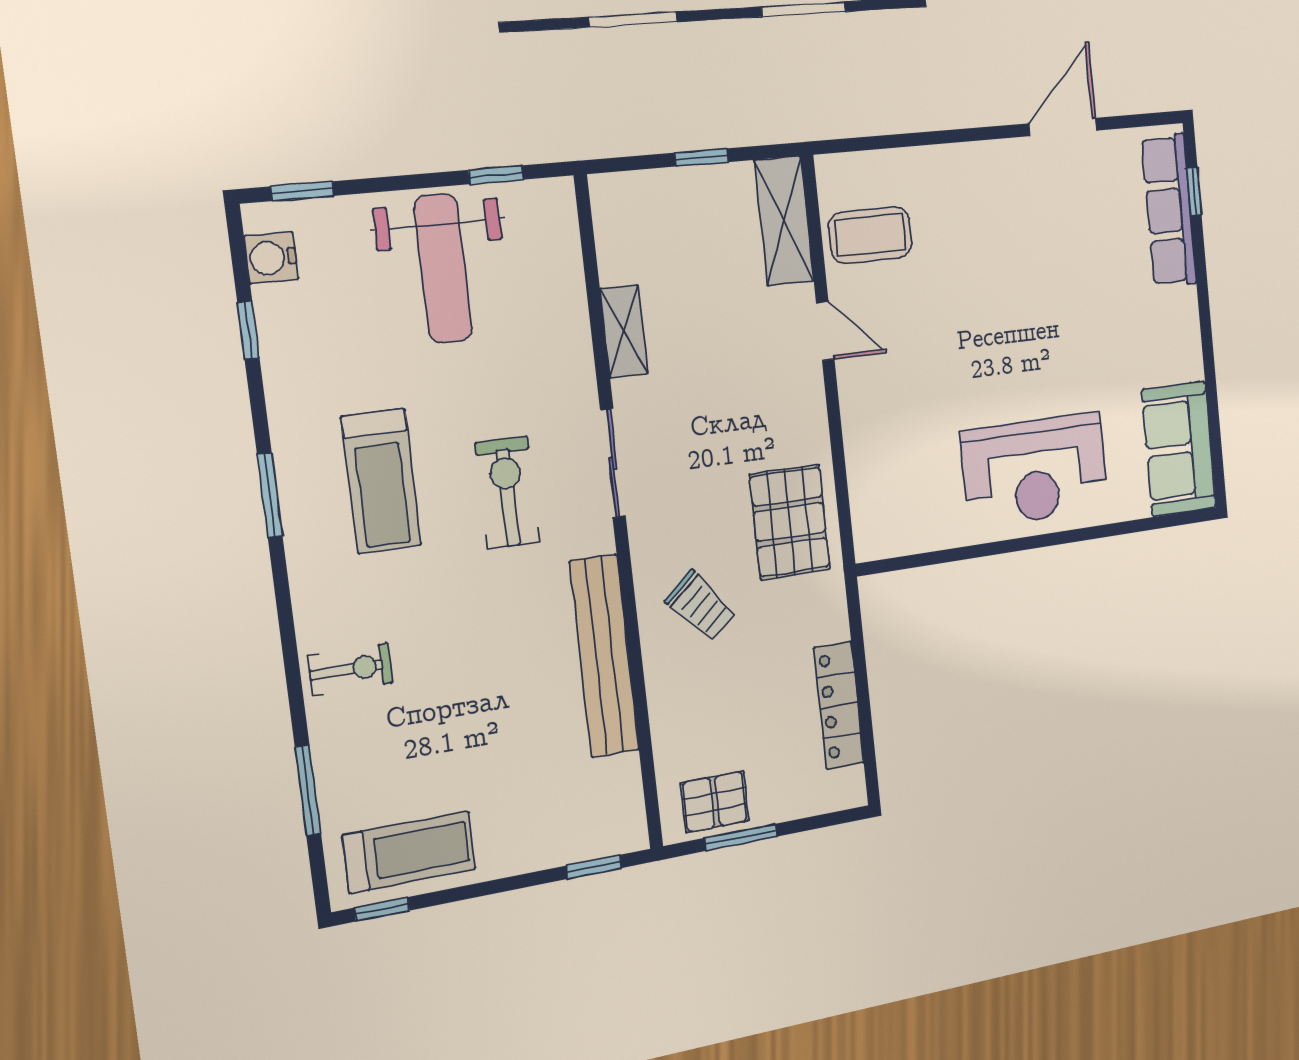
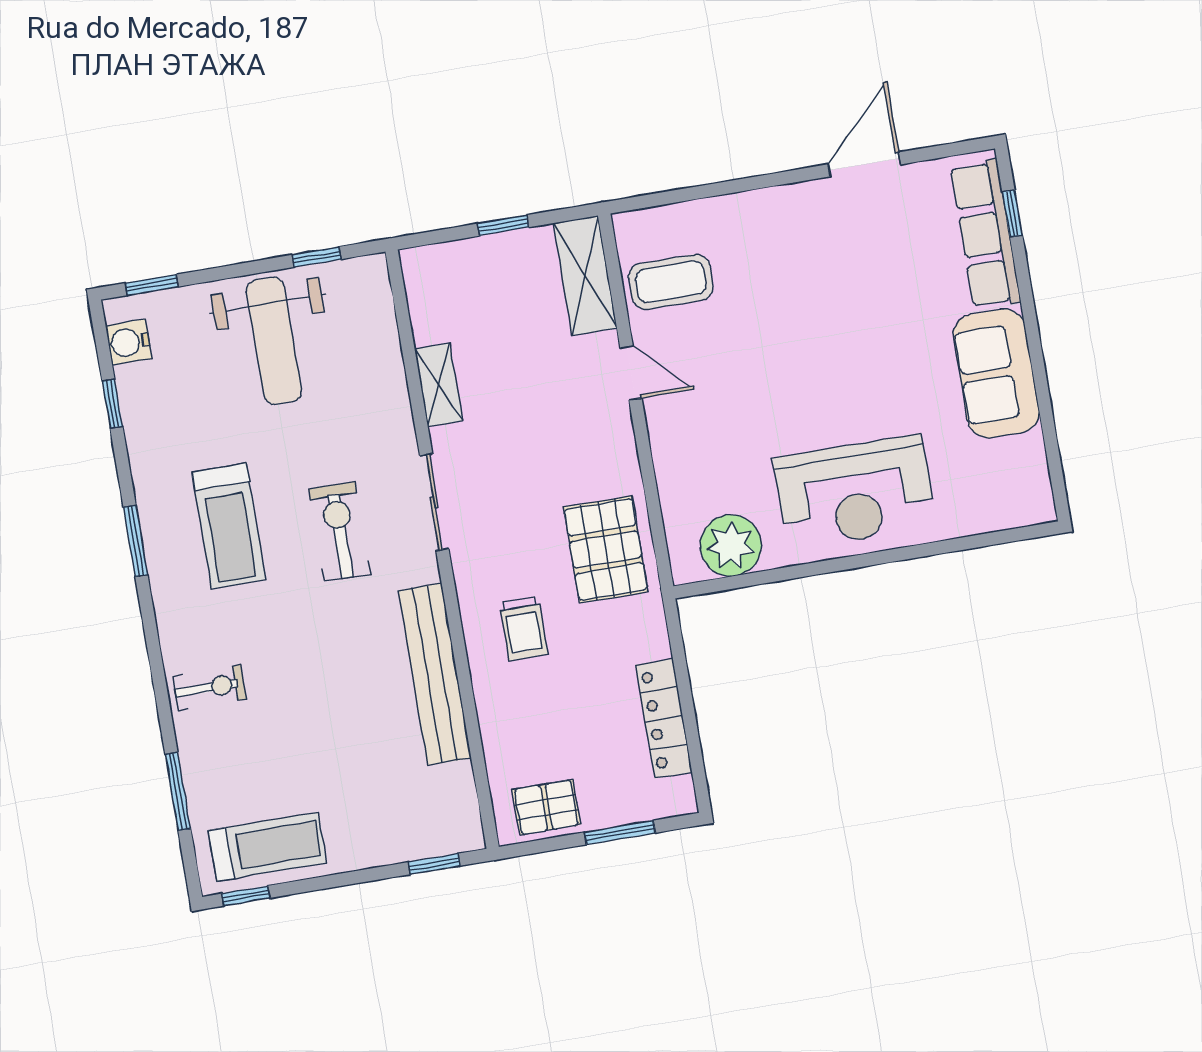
sofa: (1179, 449) -> (996, 373), moved
plant: (914, 522) -> (731, 546), added
trolley: (701, 606) -> (523, 628), turned 41
window: (741, 837) -> (620, 833), moved

